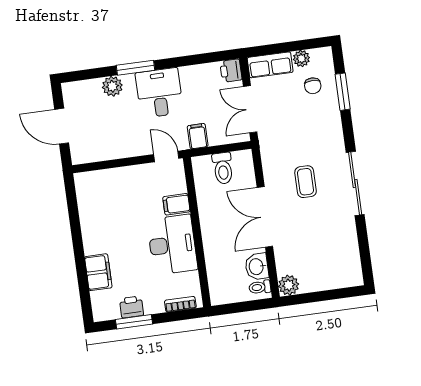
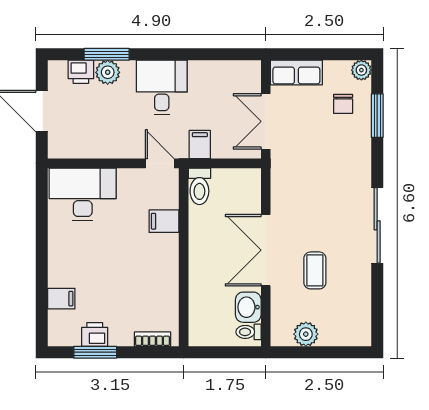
plant: (301, 58) -> (361, 70), moved
window: (135, 68) -> (107, 54), moved
printer: (231, 71) -> (81, 72), moved, turned -90
toilet: (223, 168) -> (199, 186), moved
coffee table: (306, 182) -> (315, 270), moved
desk: (172, 245) -> (83, 194), moved, turned -90
filing cabinet: (98, 272) -> (61, 299), width x0.50
plant: (289, 285) -> (306, 334), moved

